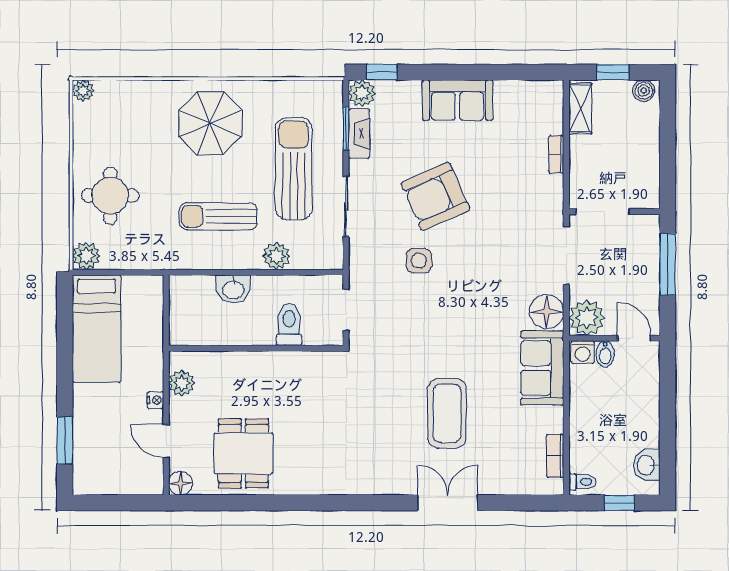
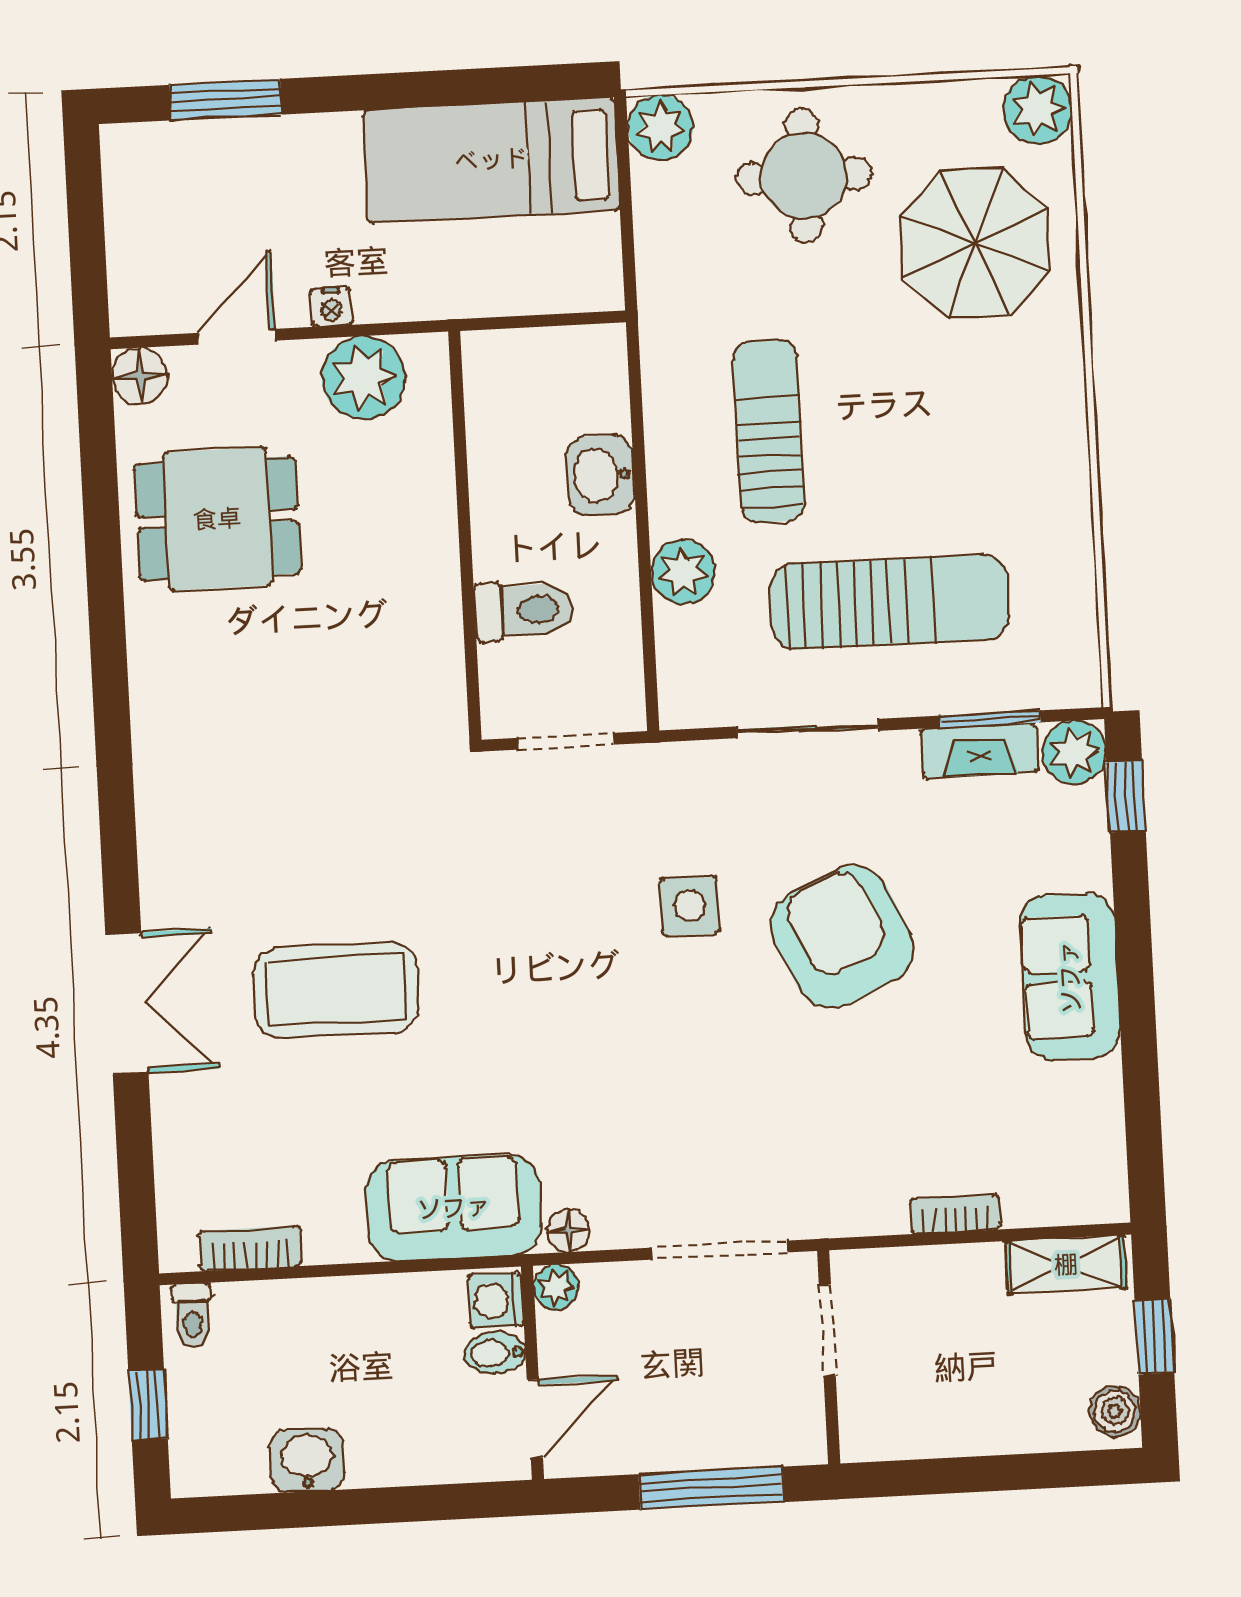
plant: (83, 91) -> (1038, 110), width x1.38, depth x1.38
parasol: (210, 123) -> (975, 243), moved
doorway: (603, 212) -> (827, 1330), width x0.73
floor lamp: (547, 312) -> (568, 1231), width x0.53, depth x0.53
plant: (587, 318) -> (556, 1287), width x0.53, depth x0.53
plant: (182, 383) -> (364, 378), width x1.36, depth x1.36
washbasin: (647, 465) -> (307, 1460), moved

